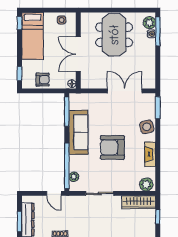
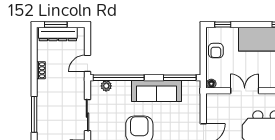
double door: (78, 54) -> (245, 91), width x0.73

